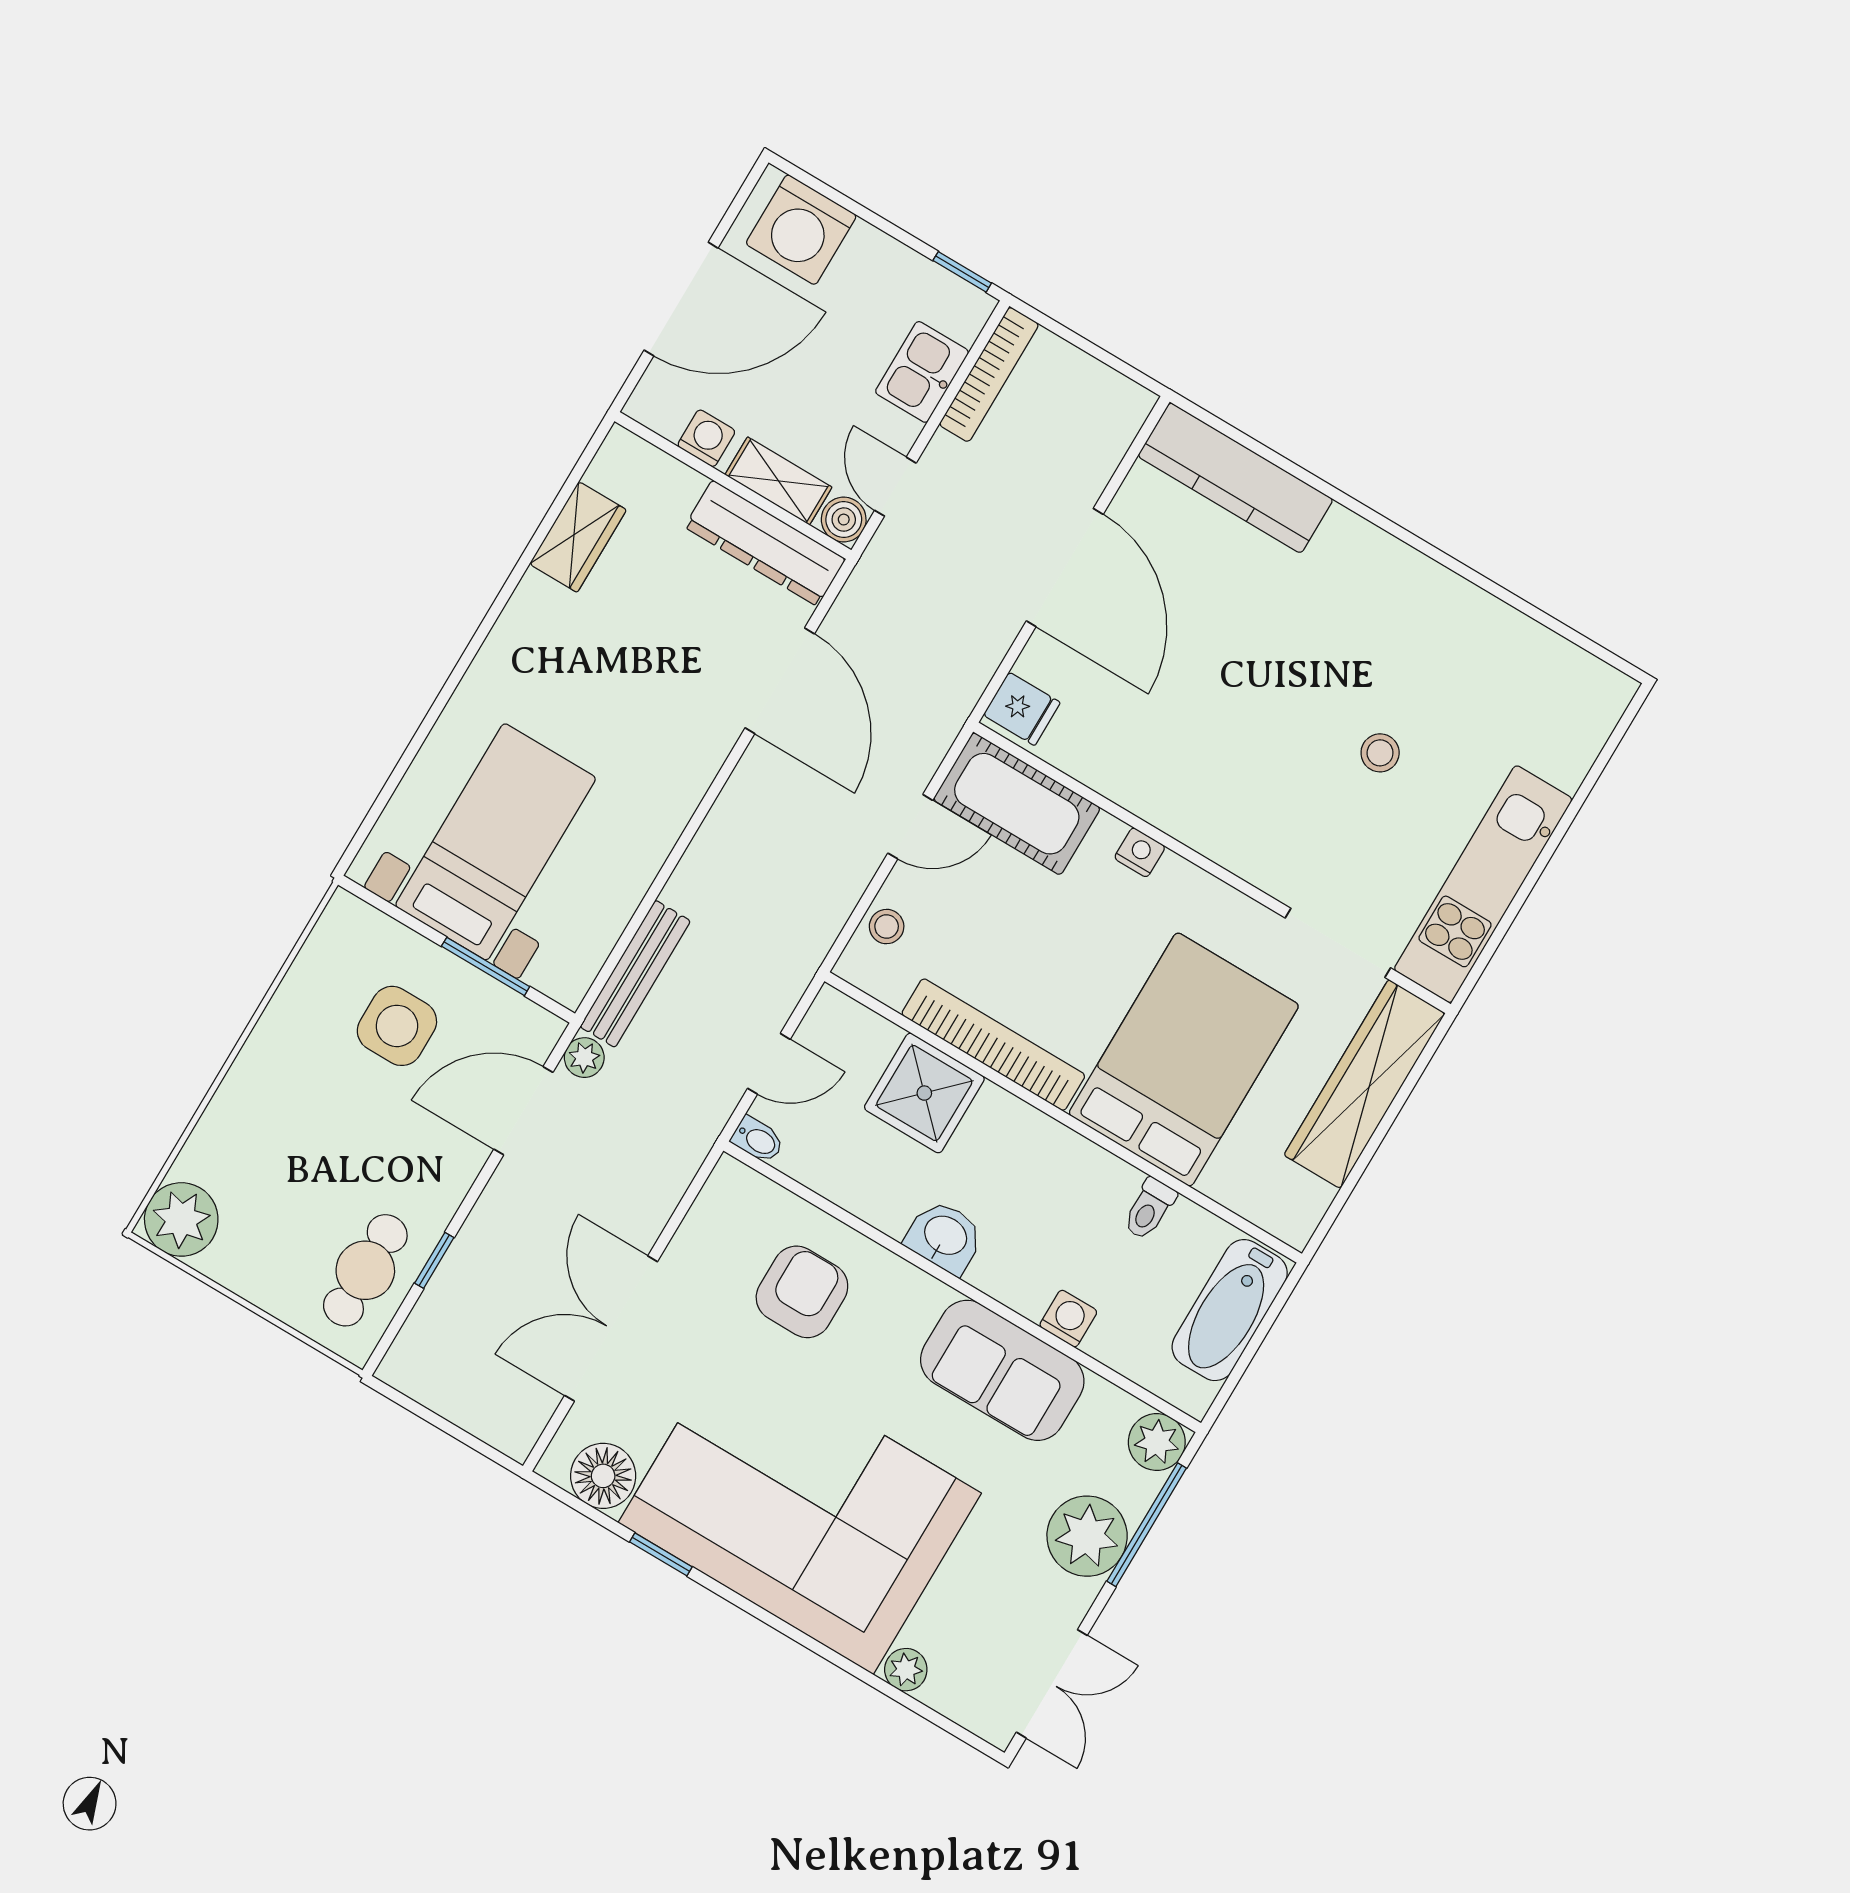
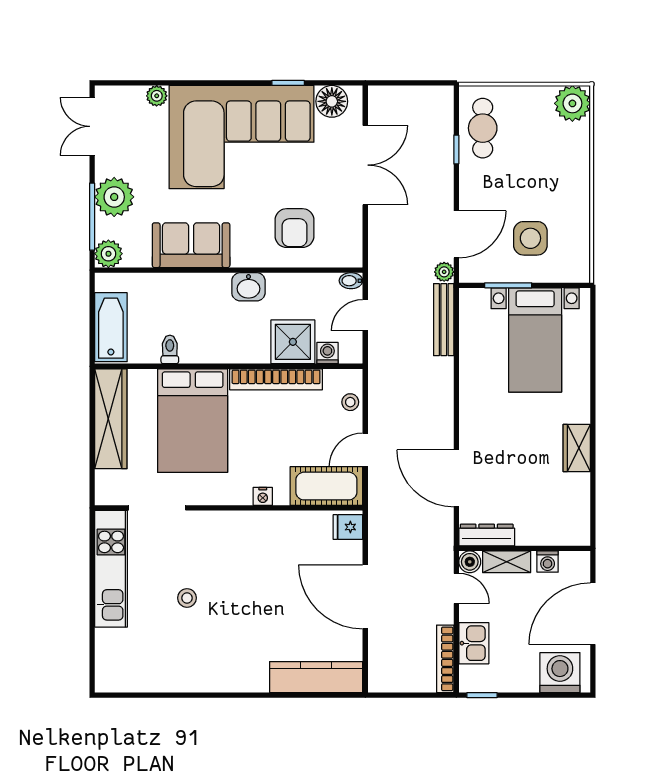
wardrobe: (578, 537) -> (577, 448), moved
dresser: (765, 543) -> (487, 535), width x0.73, depth x0.80
wardrobe: (1365, 1084) -> (111, 419), moved
washing machine: (1068, 1319) -> (327, 353), moved, turned 180

